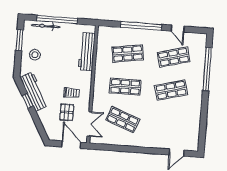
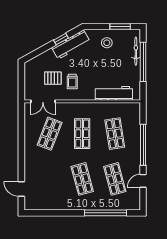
door: (71, 145) -> (21, 85), removed

